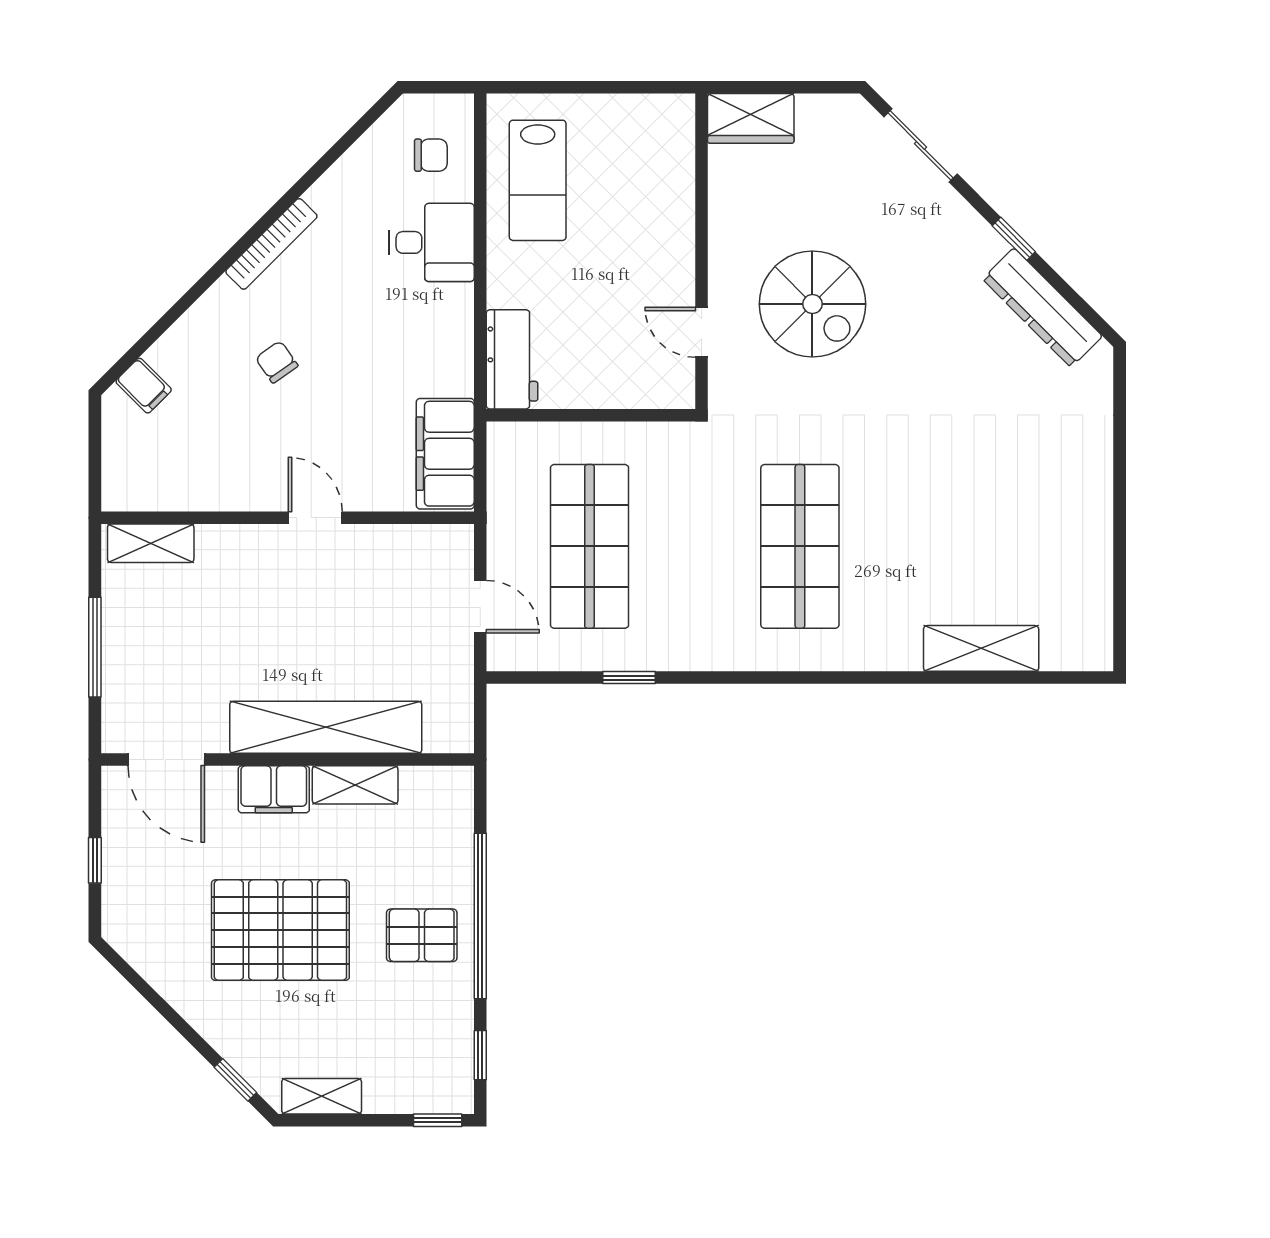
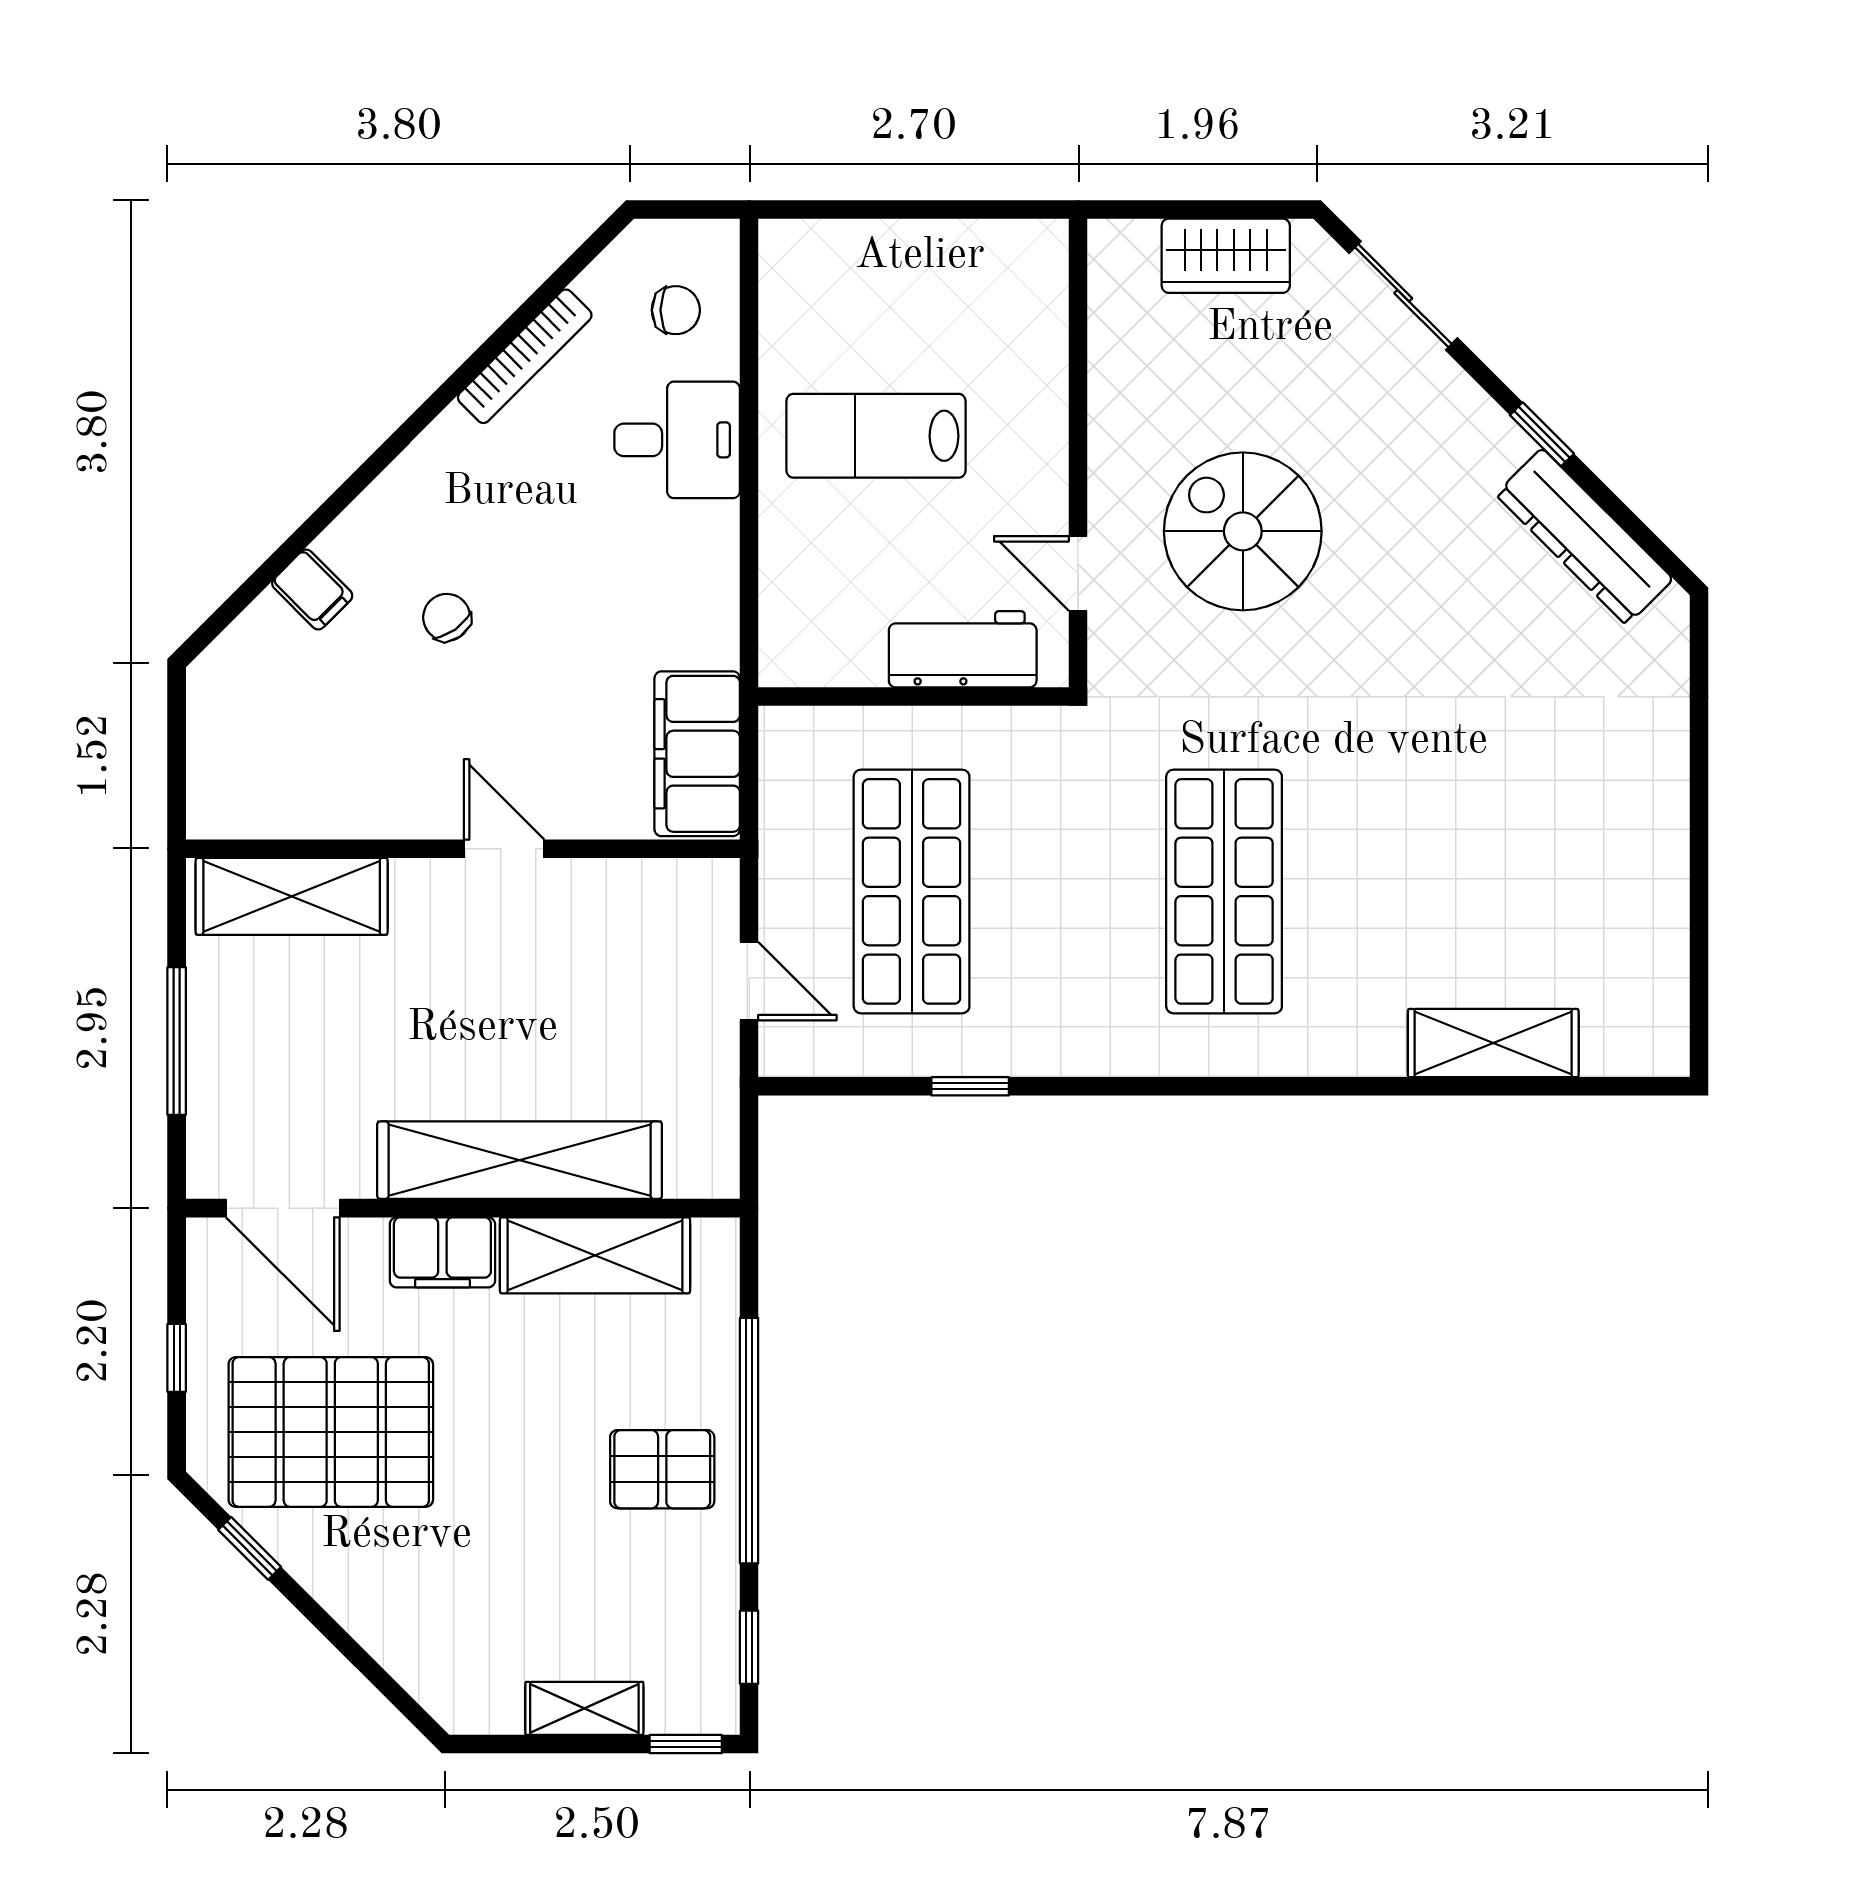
wardrobe: (751, 118) -> (1226, 256), moved
lab bench: (538, 180) -> (876, 436), moved, turned 90
bookcase: (271, 244) -> (525, 356), moved
spiral stairs: (812, 304) -> (1243, 531), turned 180
workbench: (512, 359) -> (963, 649), moved, turned -90
filing cabinet: (144, 386) -> (312, 590), moved
shelving: (151, 543) -> (292, 896), width x1.50, depth x1.33
shelving: (355, 785) -> (595, 1255), width x1.50, depth x1.33
pallet: (280, 930) -> (331, 1432), moved
window: (235, 1080) -> (250, 1548), moved
shelving: (322, 1096) -> (584, 1708), moved

